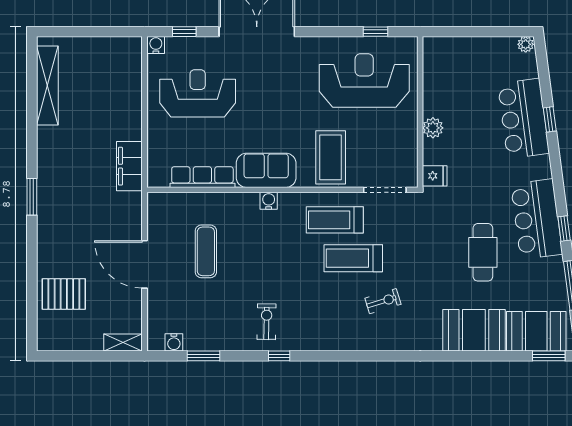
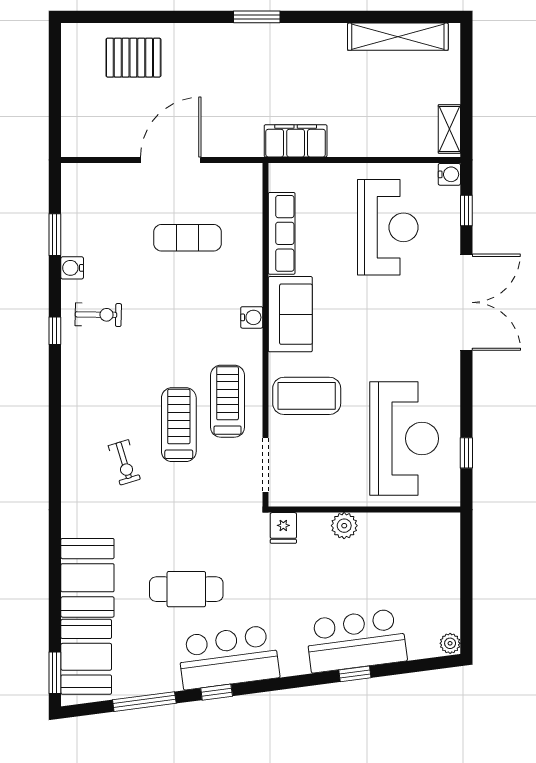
pallet: (64, 294) -> (133, 58), turned 90
shelving: (123, 342) -> (449, 129), moved
water cooler: (174, 342) -> (72, 268), moved

